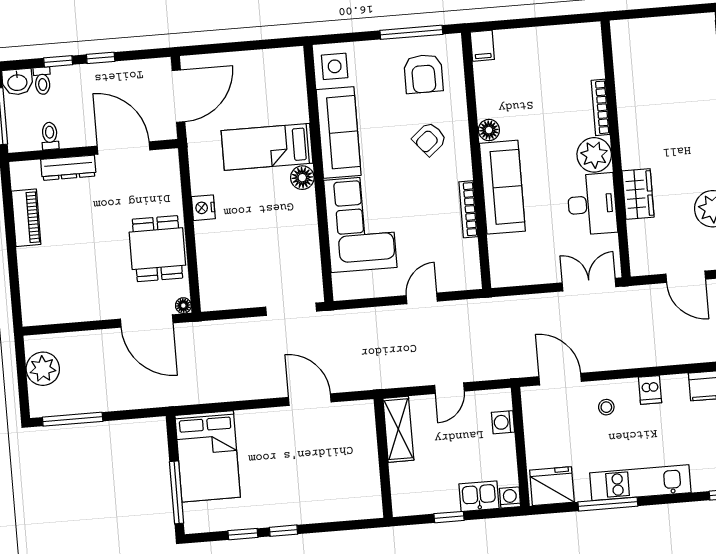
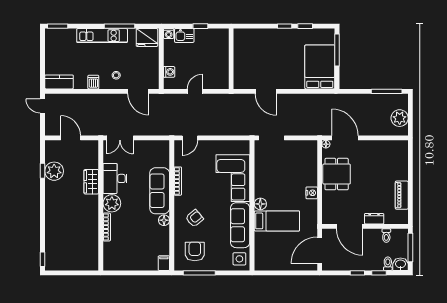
dresser: (68, 168) -> (374, 219), width x0.70
door: (422, 298) -> (190, 138), moved
shelving: (398, 429) -> (222, 73), removed

